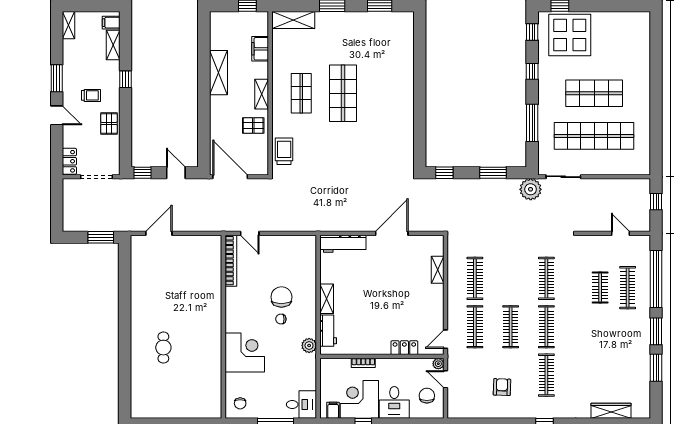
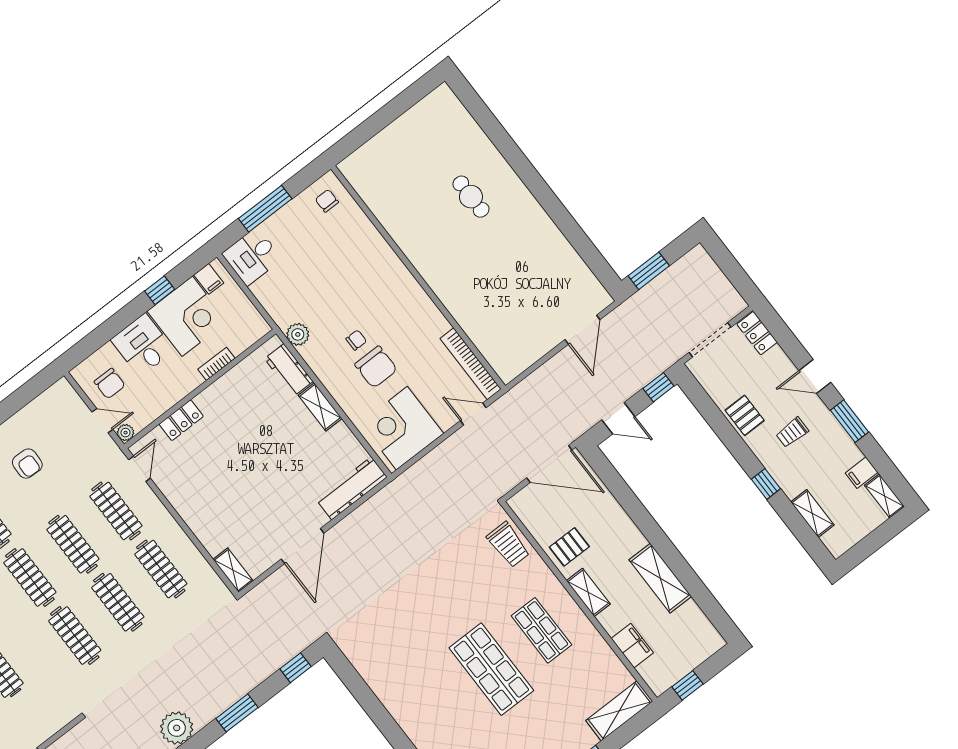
filing cabinet: (111, 23) -> (862, 473), moved, turned 180
shelving: (438, 270) -> (233, 570), moved
clothes rail: (511, 278) -> (118, 602), added
corner desk: (245, 353) -> (402, 428), moved, turned 90

